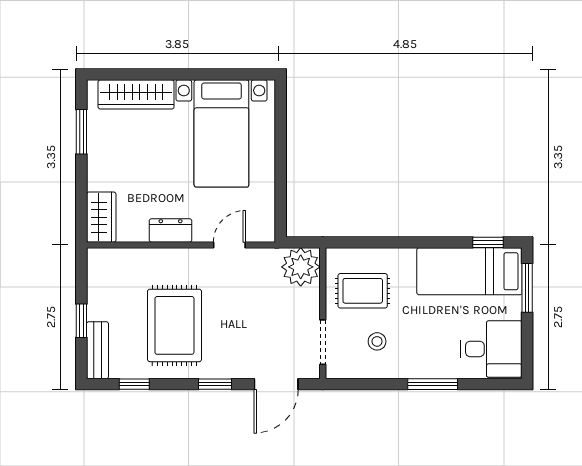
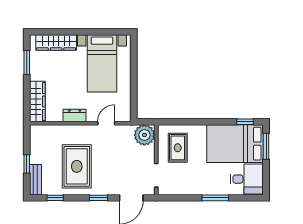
wardrobe: (101, 217) -> (37, 102), width x1.50
bed: (469, 271) -> (235, 144), width x1.50
rug: (363, 291) -> (178, 148), turned 90
stool: (377, 341) -> (185, 175), removed

